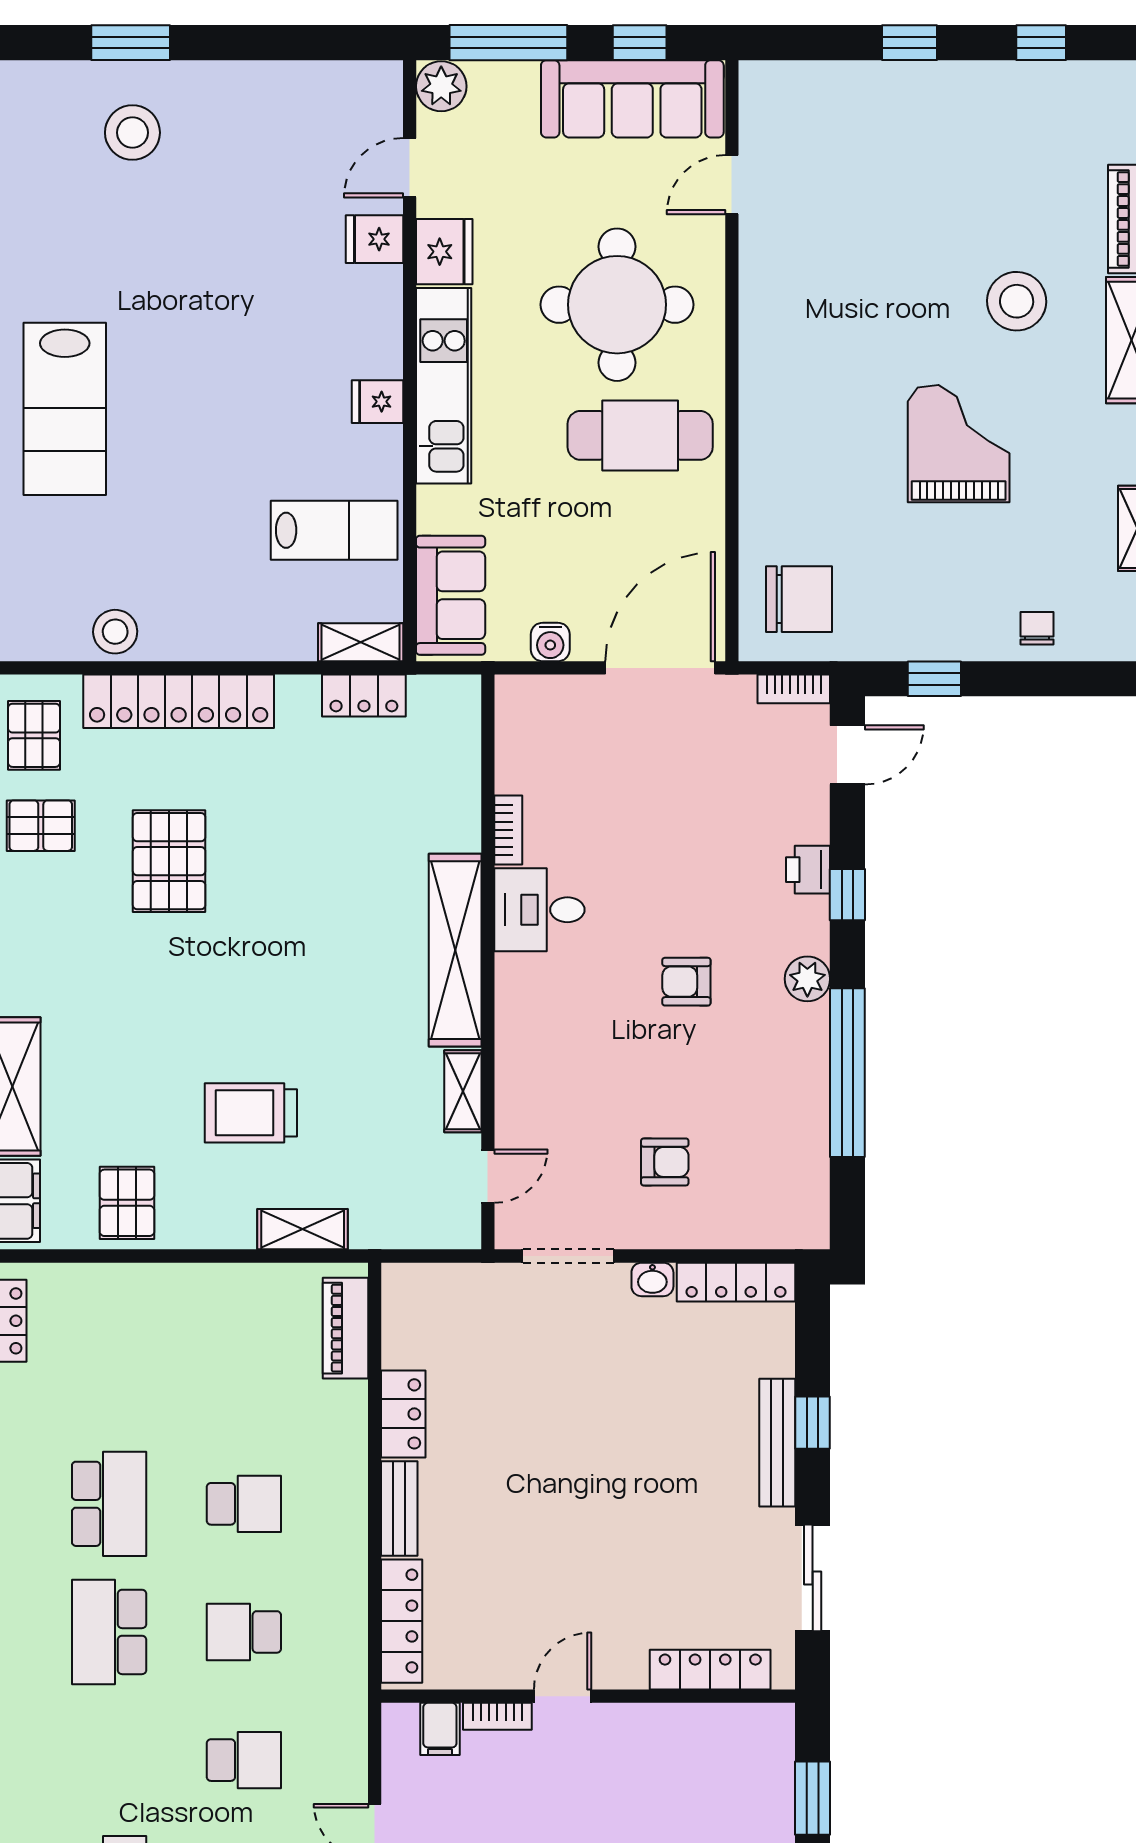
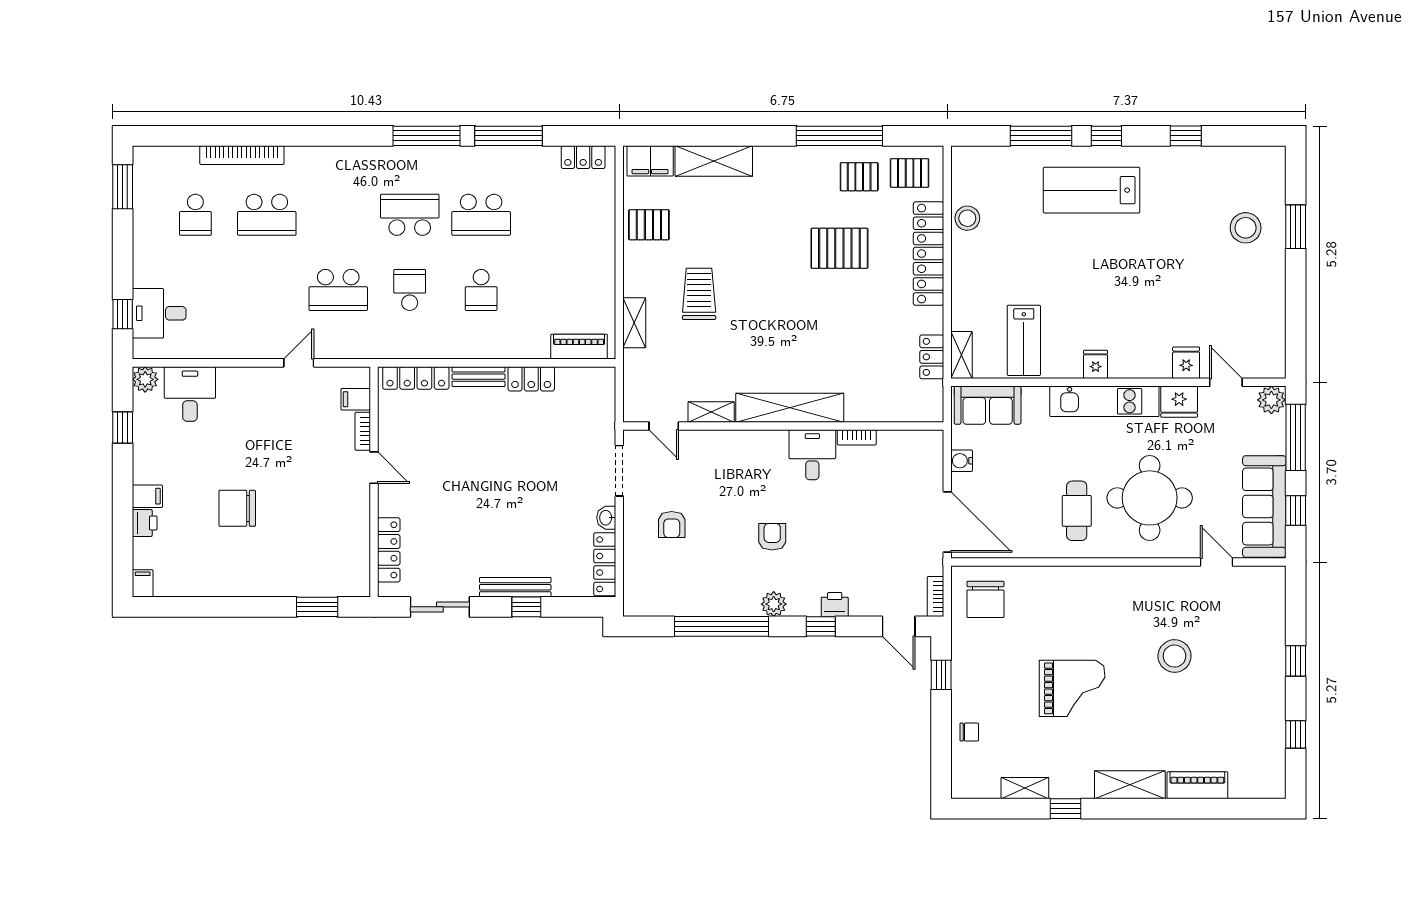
stool: (1017, 301) -> (1174, 656), moved
cafe table: (640, 435) -> (1077, 511), width x0.73, depth x0.74
pallet: (41, 826) -> (859, 177), turned 90
school desk: (244, 1760) -> (338, 290), width x1.85

